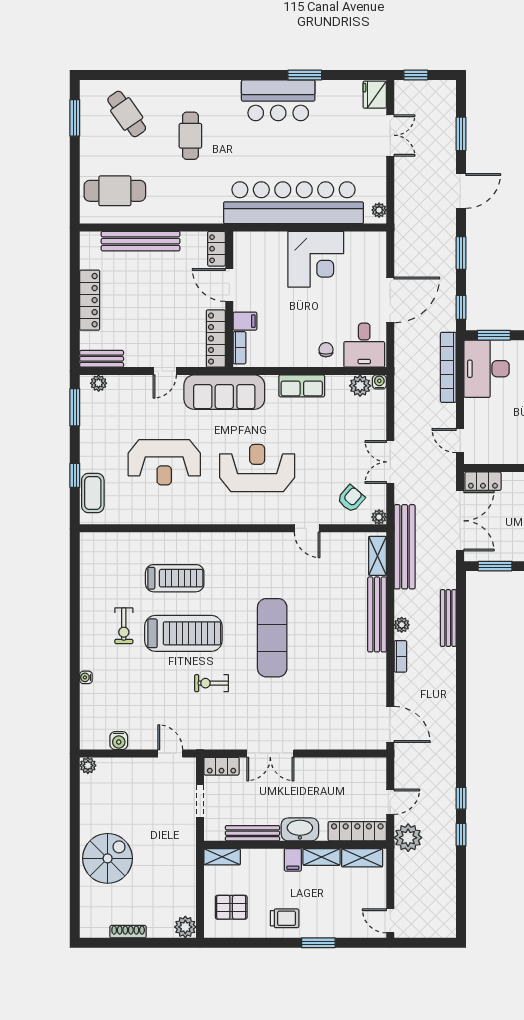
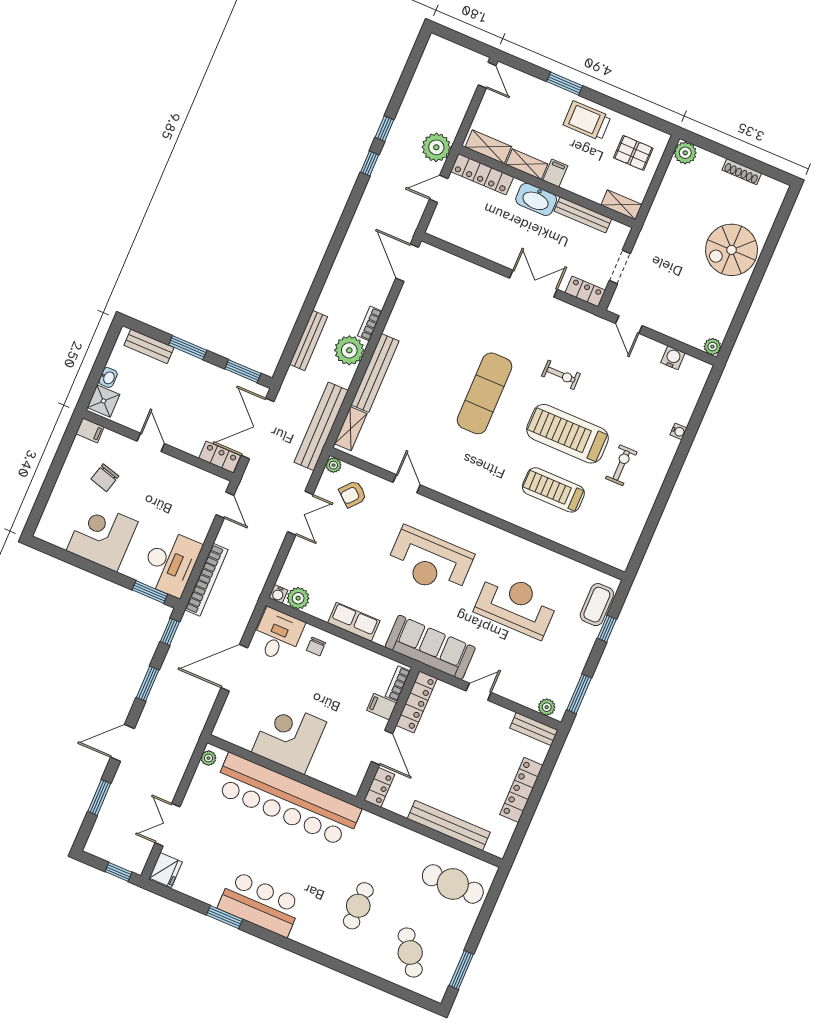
plant: (402, 625) -> (349, 350), width x1.87, depth x1.87
trolley: (285, 918) -> (587, 121), width x1.36, depth x1.39

